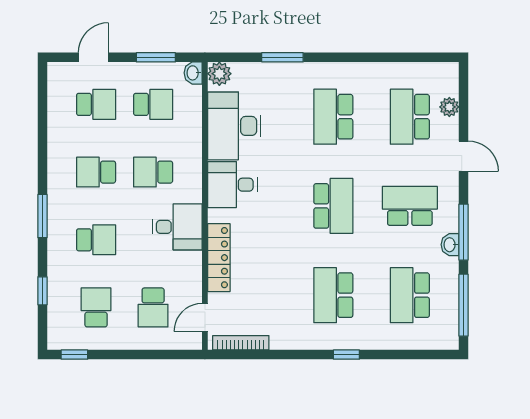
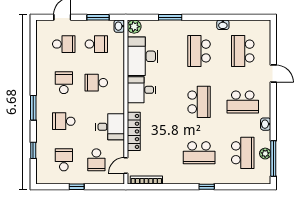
washbasin: (375, 71) -> (223, 25), added
plant: (449, 107) -> (265, 154), moved
school desk: (96, 172) -> (64, 83), turned 90
school desk: (410, 206) -> (243, 102), turned 180
desk: (177, 227) -> (110, 127), moved
window: (464, 232) -> (273, 117), removed
school desk: (96, 240) -> (64, 121), turned 180
school desk: (333, 295) -> (199, 153), turned -90
school desk: (410, 295) -> (243, 153), turned 180
window: (74, 355) -> (77, 187), moved

